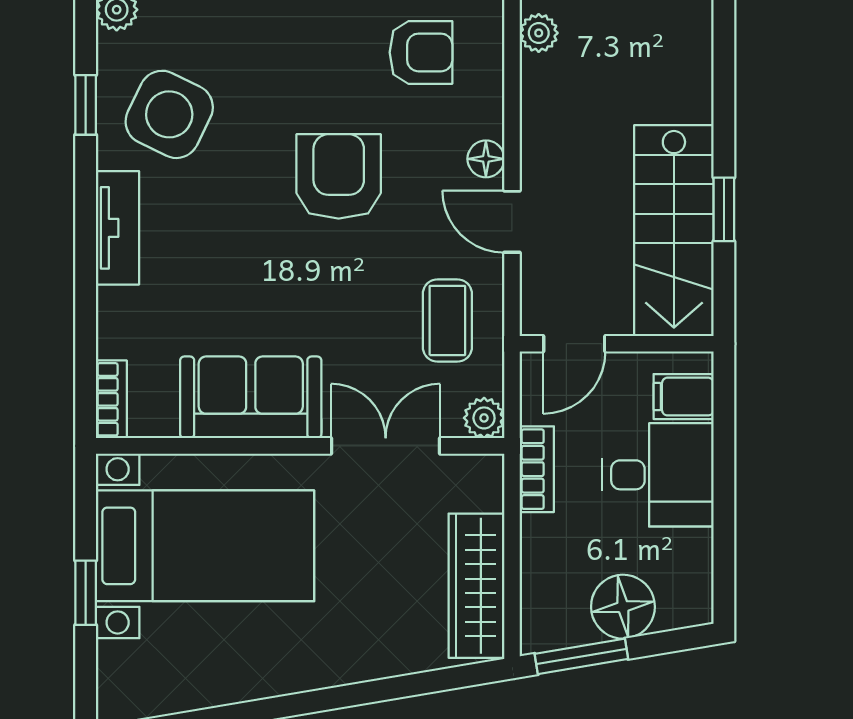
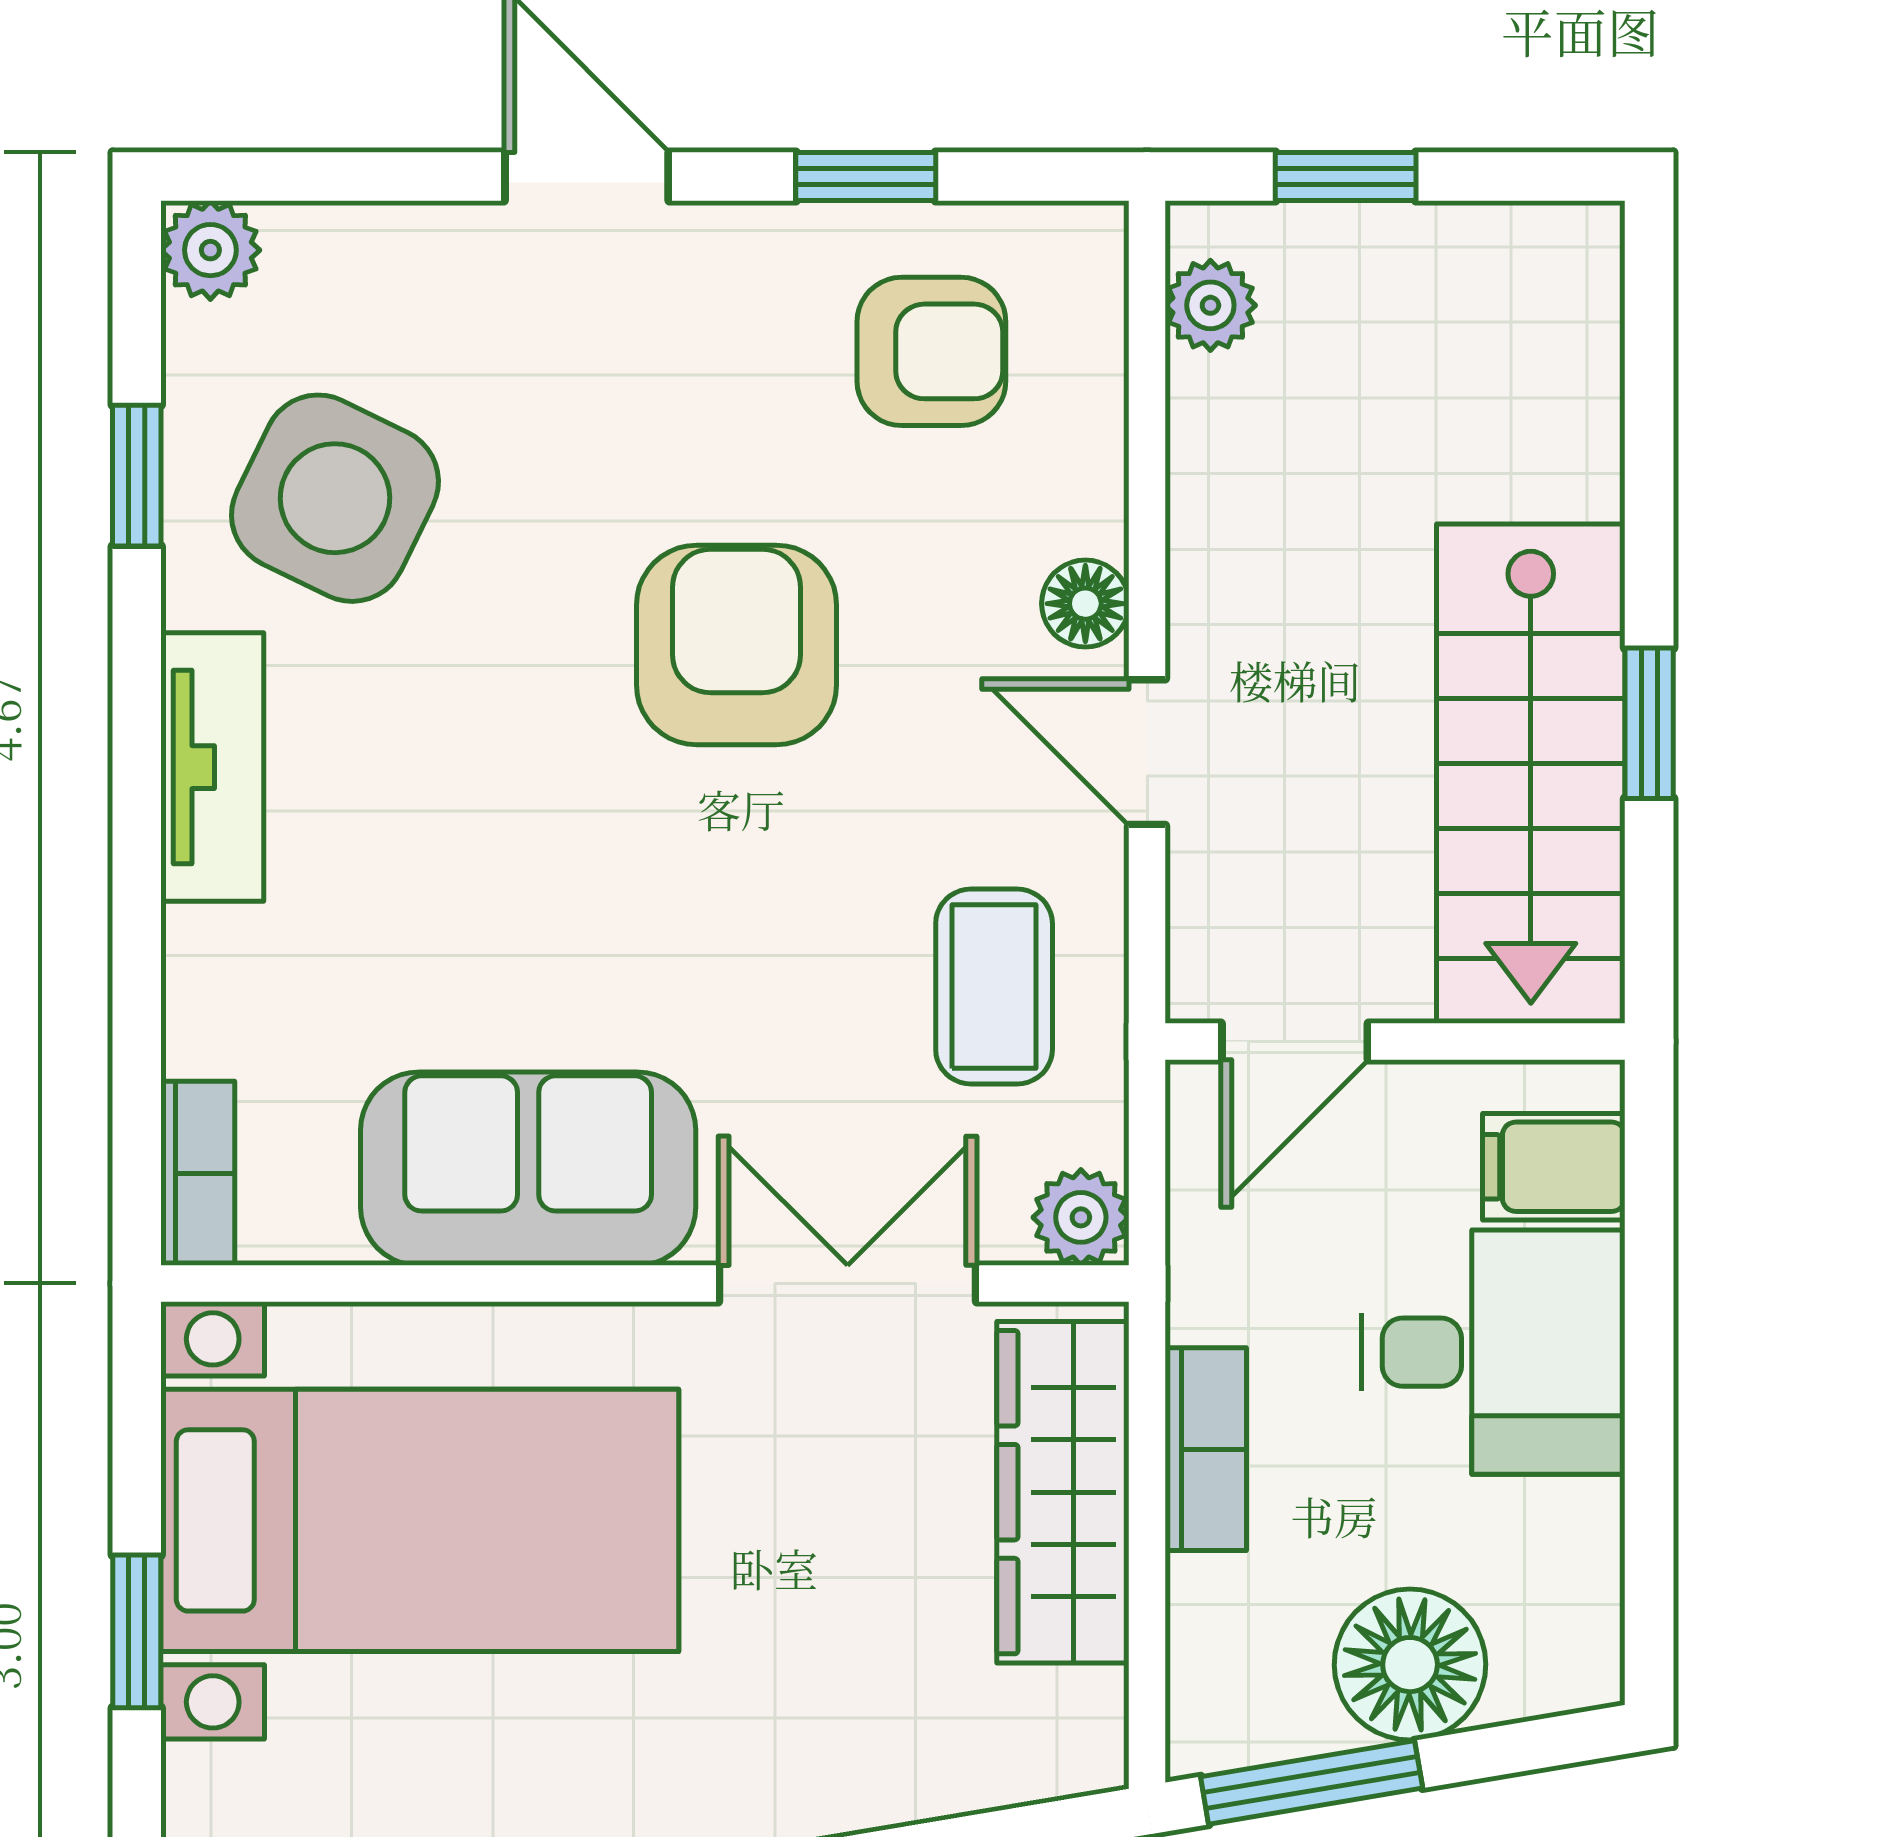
bookcase: (537, 469) -> (1206, 1449), moved
wardrobe: (476, 586) -> (1063, 1492), moved

